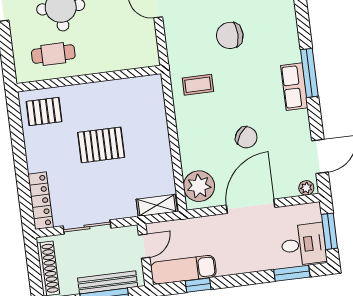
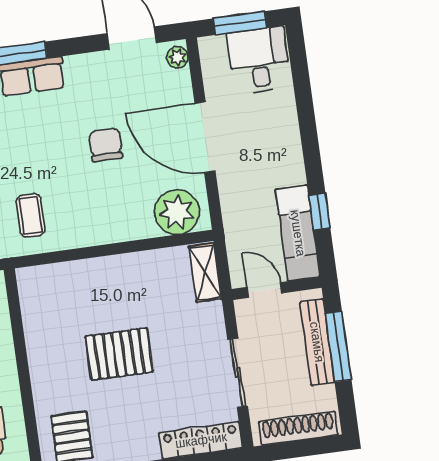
chair: (246, 137) -> (106, 145), turned -35
pallet: (101, 145) -> (119, 354), turned 90
window: (292, 273) -> (301, 76), removed

